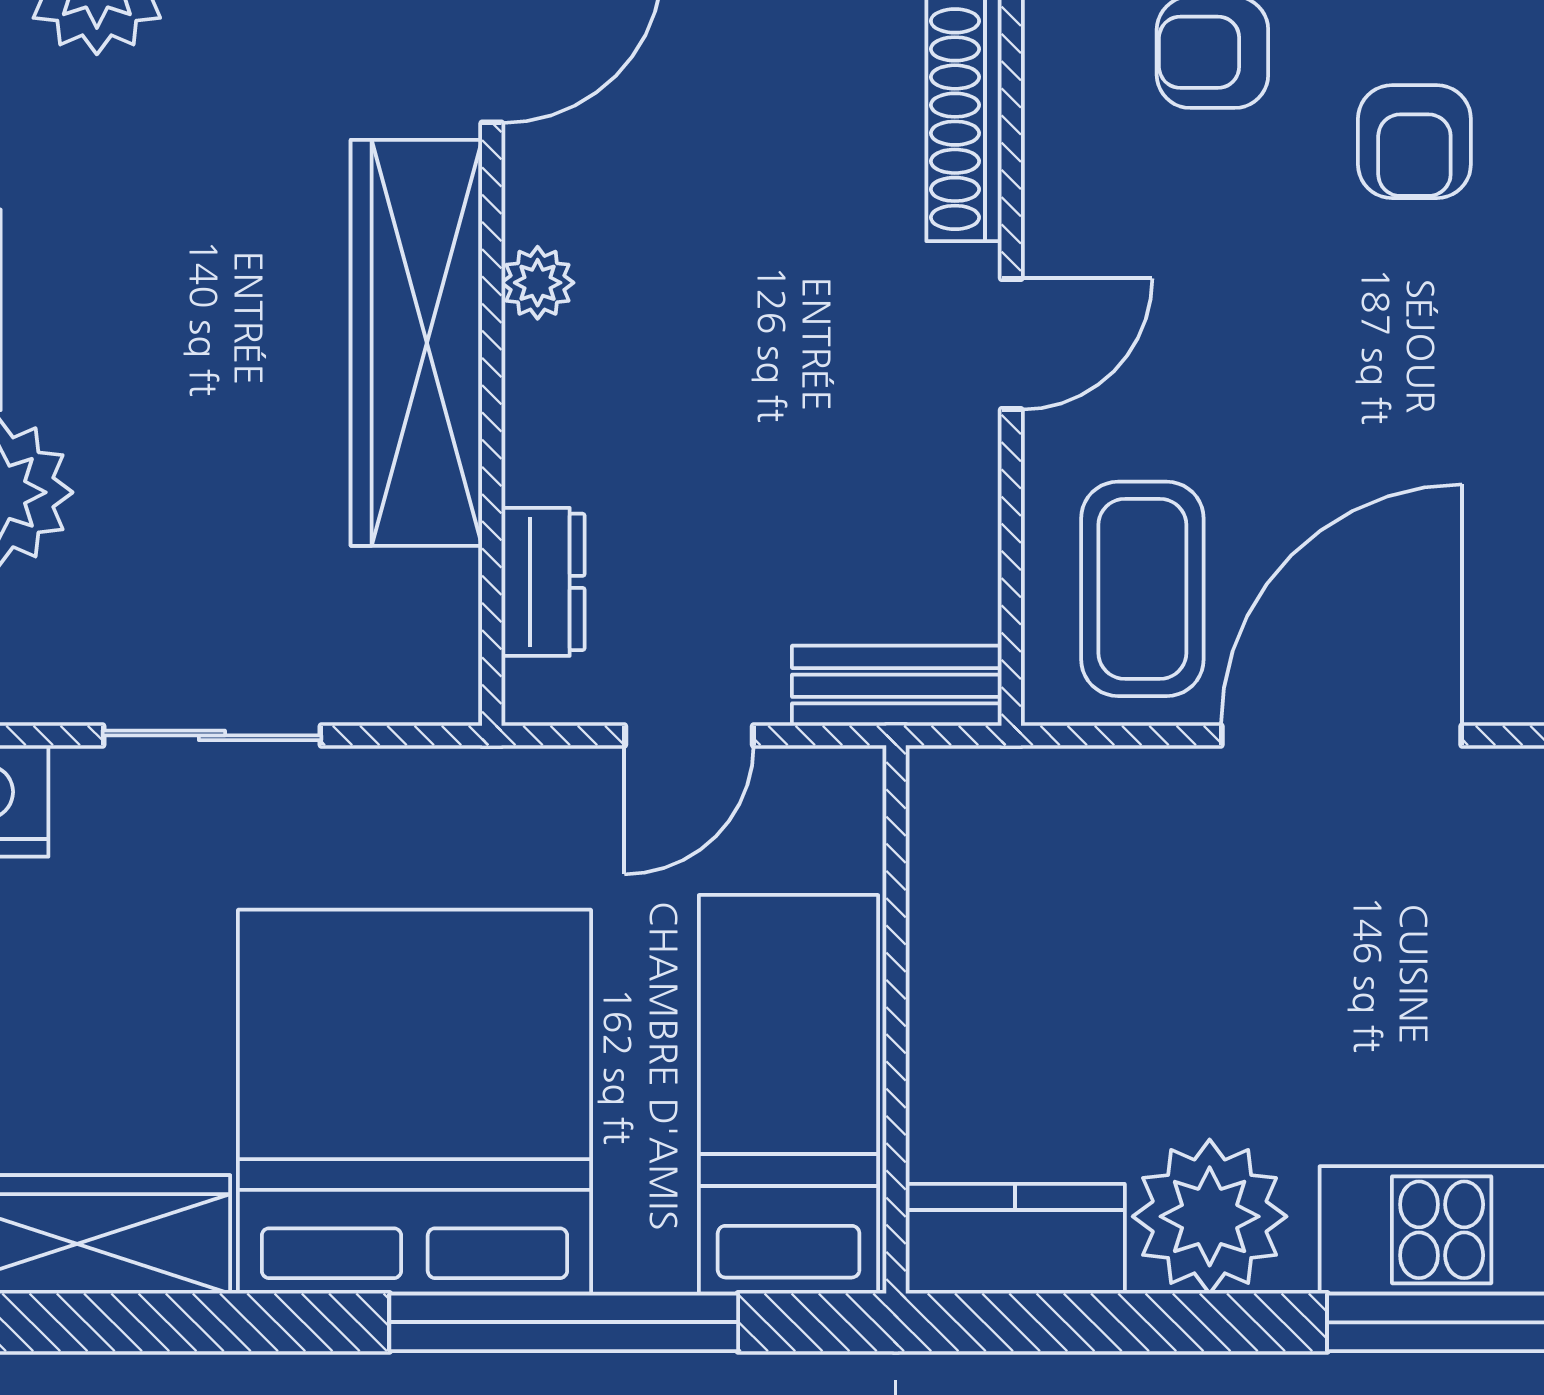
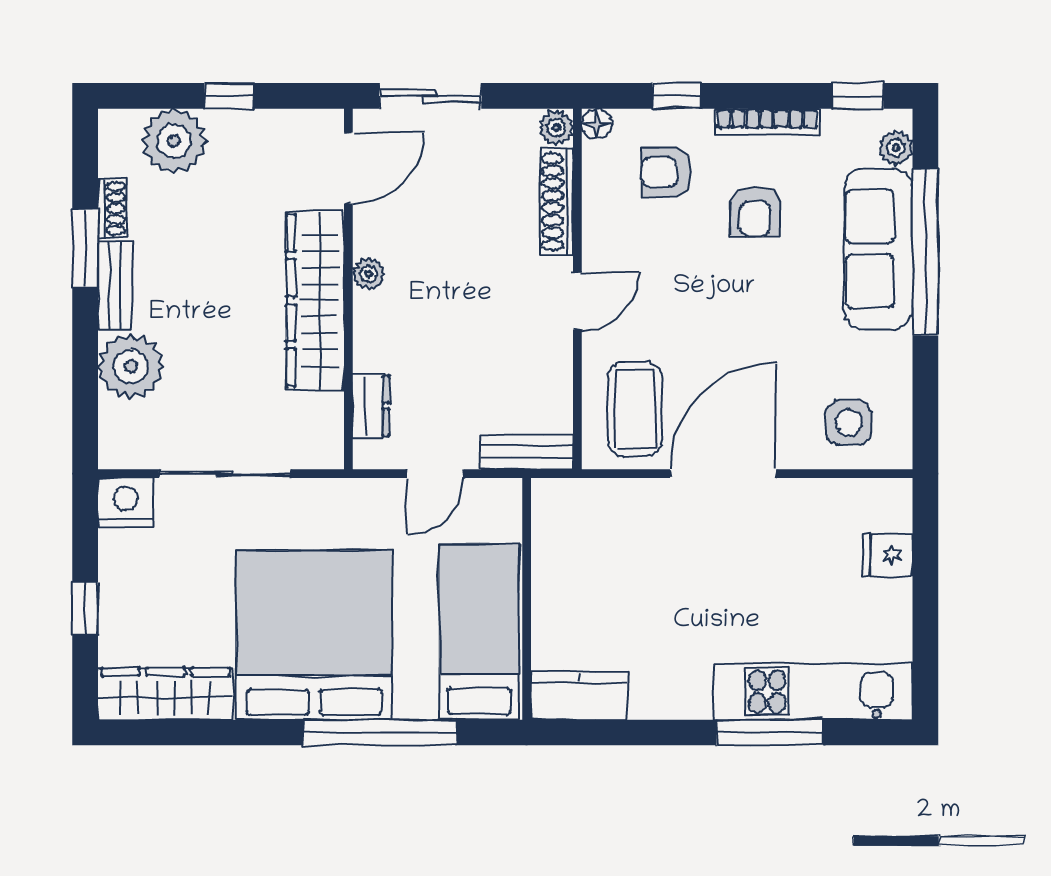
sliding door: (212, 735) -> (225, 474), width x1.37
plant: (1210, 1216) -> (665, 686), removed

